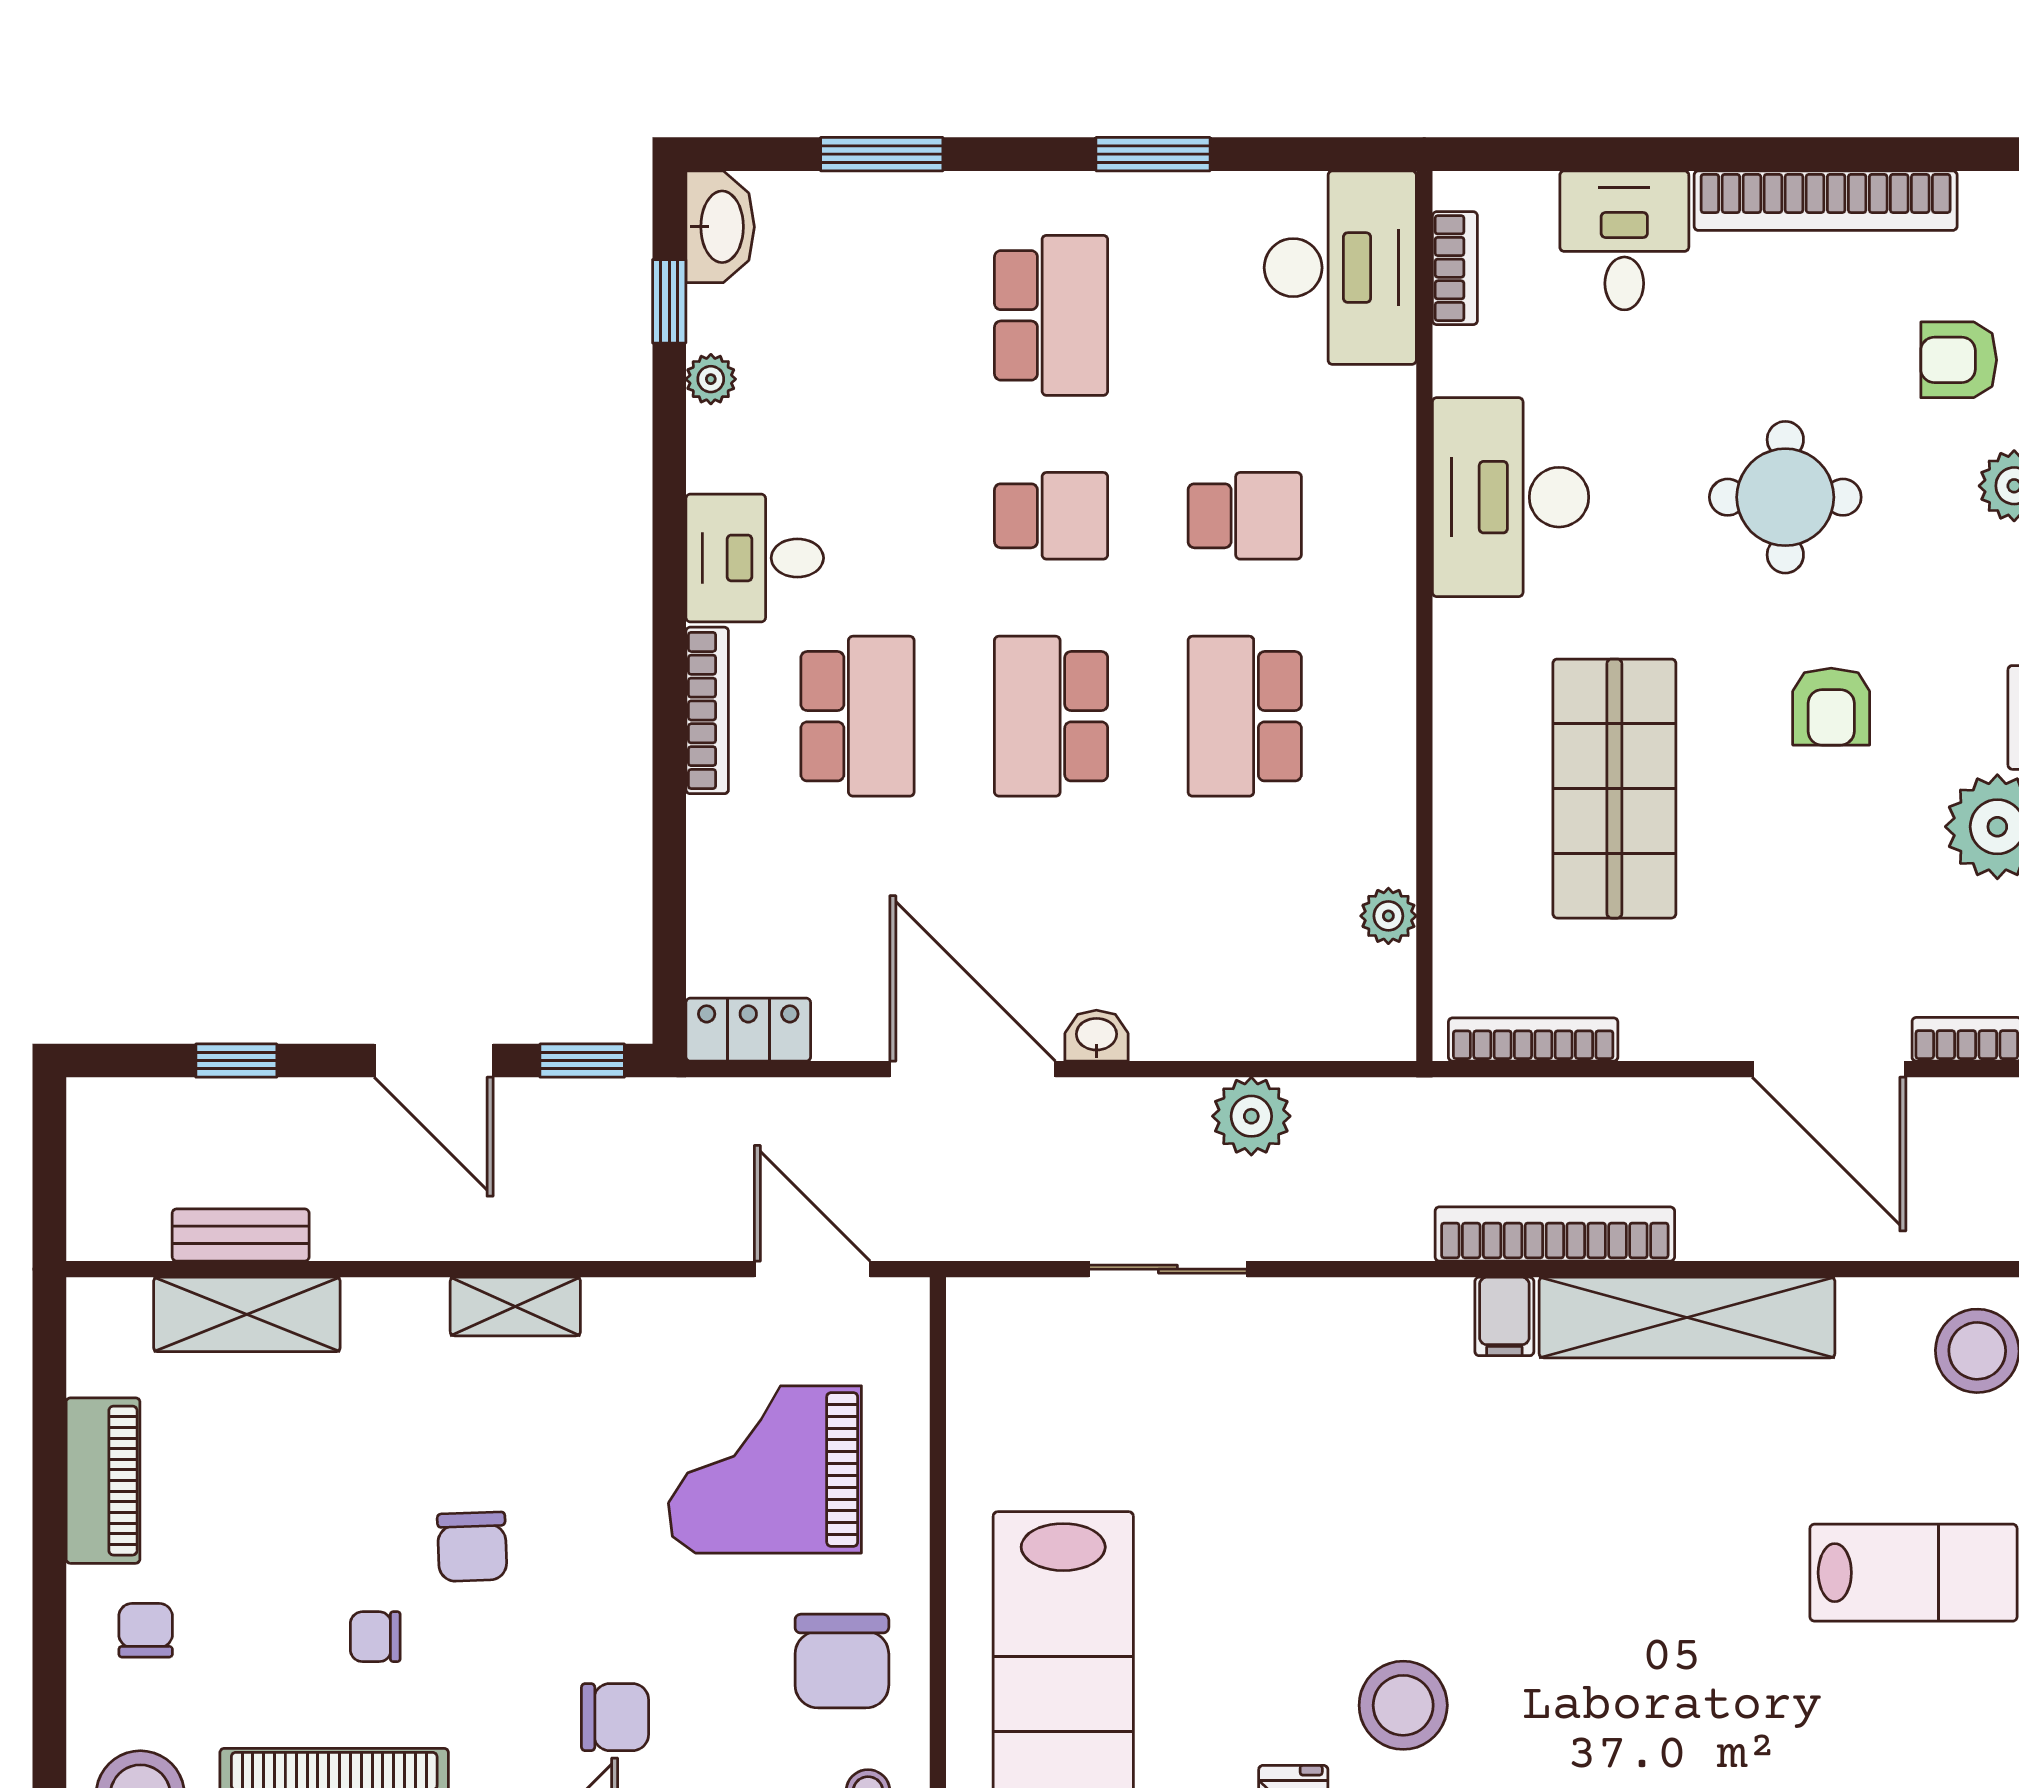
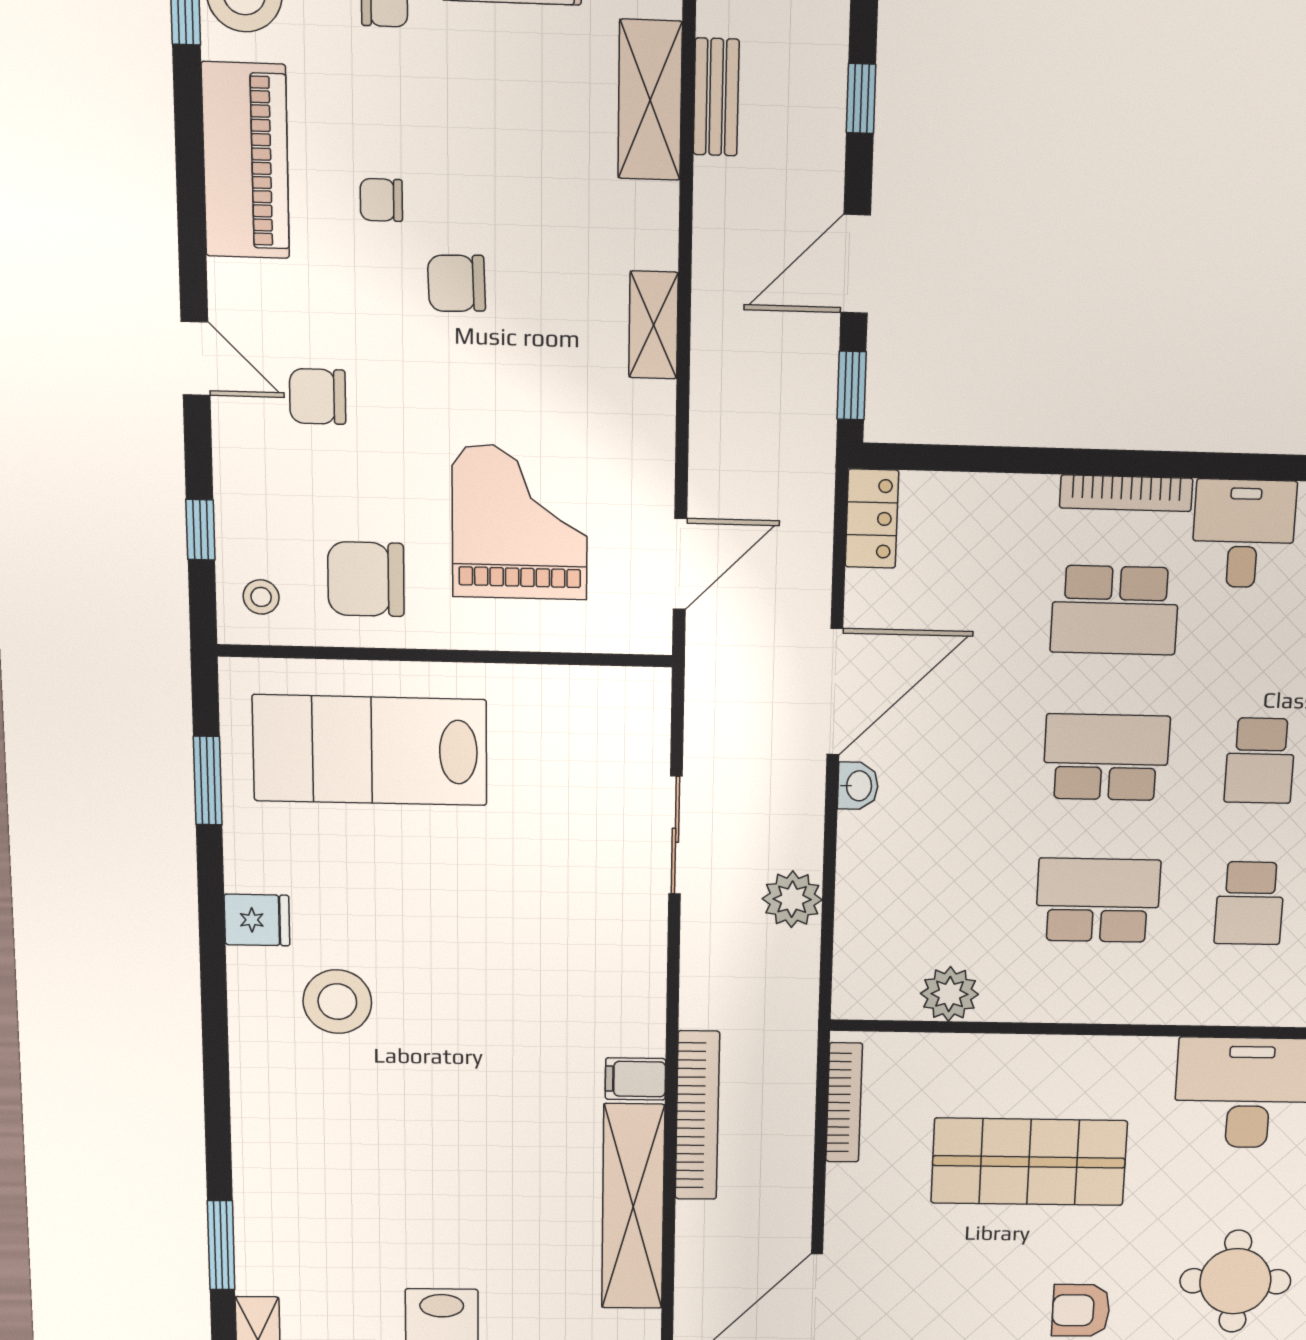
plant: (1388, 916) -> (949, 994), width x1.38, depth x1.38
chair: (375, 1637) -> (381, 200), turned -90
chair: (615, 1717) -> (318, 396), turned 90

